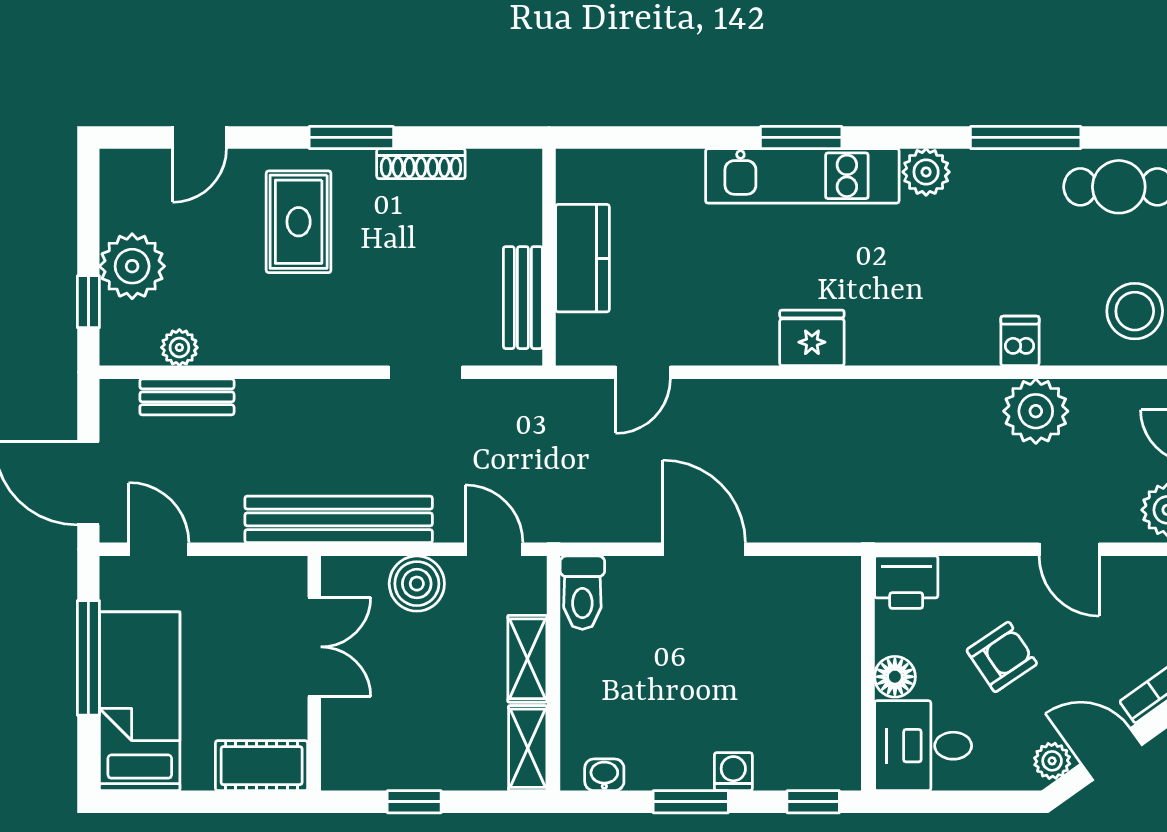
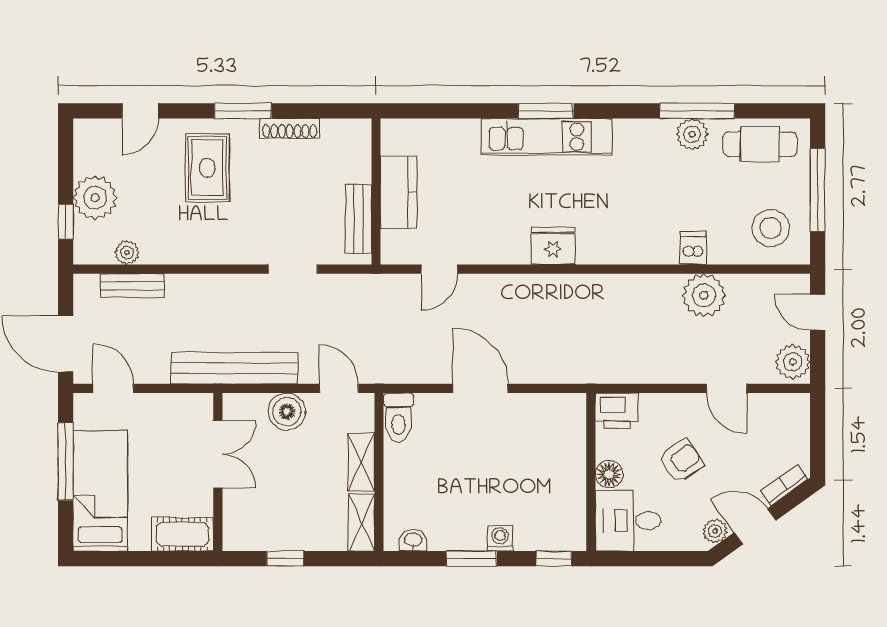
plant: (926, 172) -> (692, 134), moved

